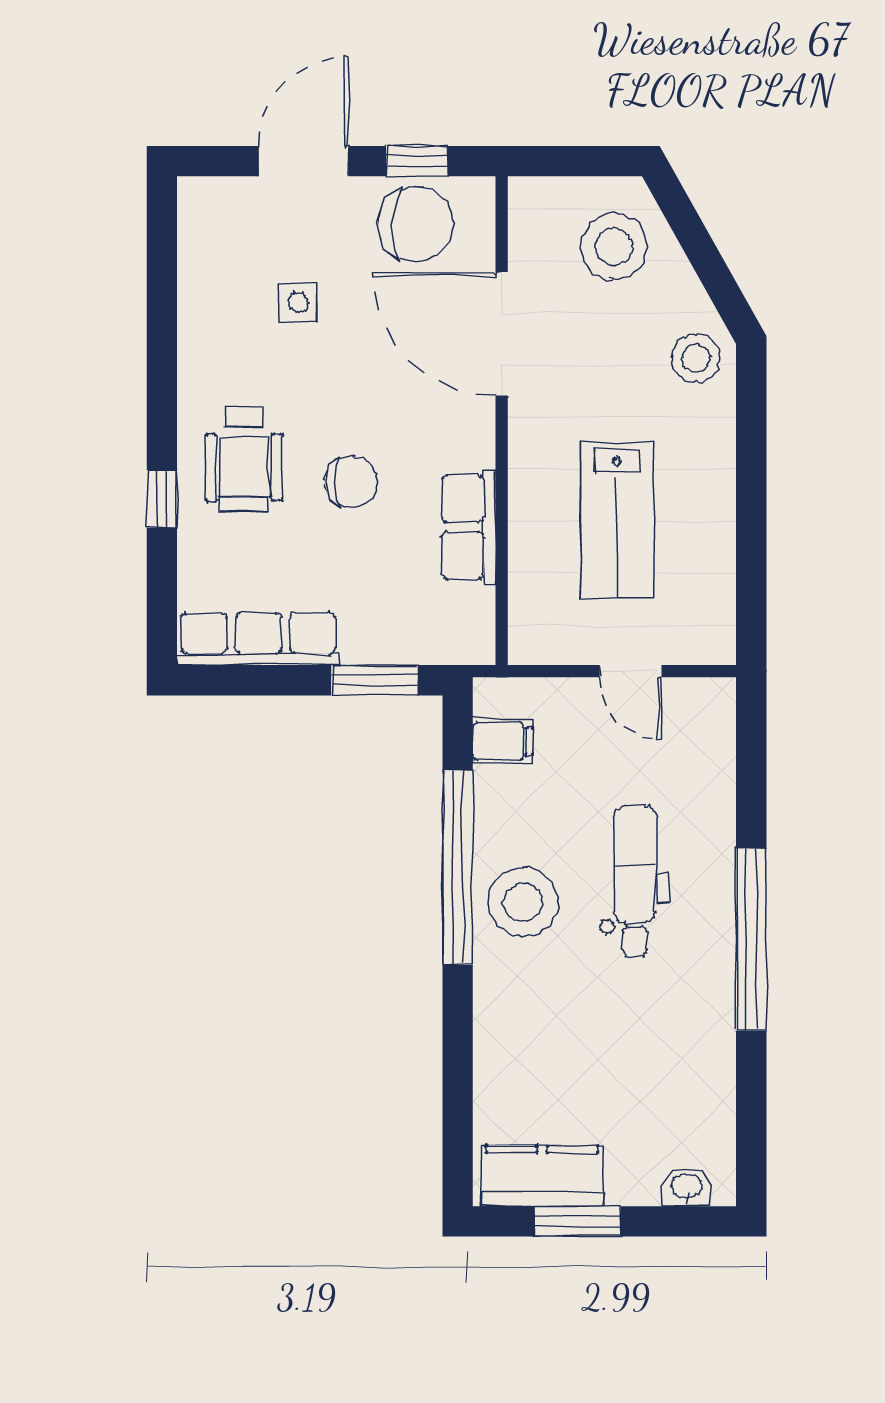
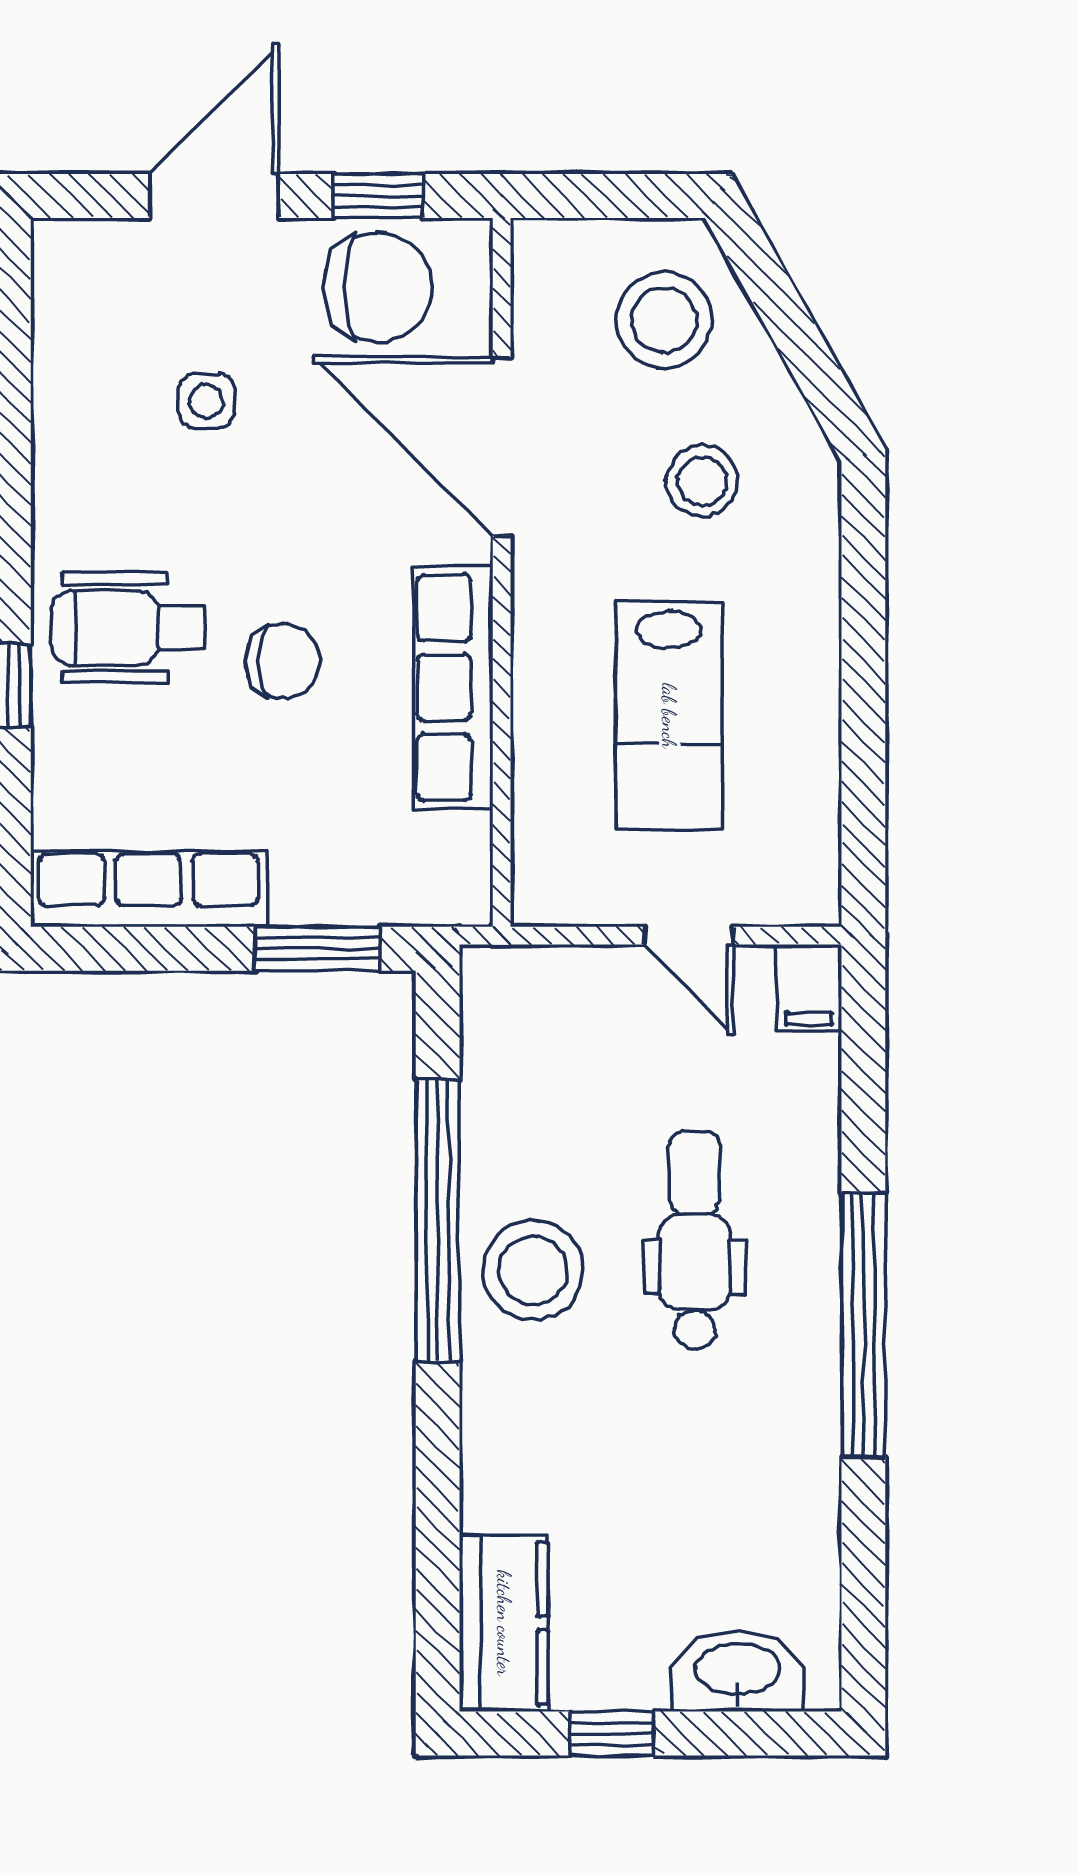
stool: (696, 358) -> (702, 481), moved
wheelchair: (244, 459) -> (128, 628), turned 90
row of seats: (468, 527) -> (453, 688), width x1.48
filing cabinet: (503, 741) -> (809, 988), moved, turned 90
kitchen counter: (542, 1176) -> (504, 1623), moved, turned 90
washbasin: (686, 1187) -> (738, 1671), width x1.91, depth x1.45
window: (578, 1221) -> (612, 1734), width x0.67

